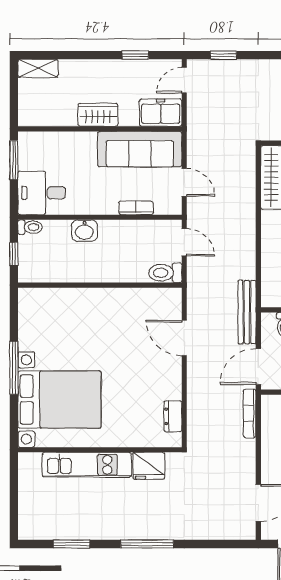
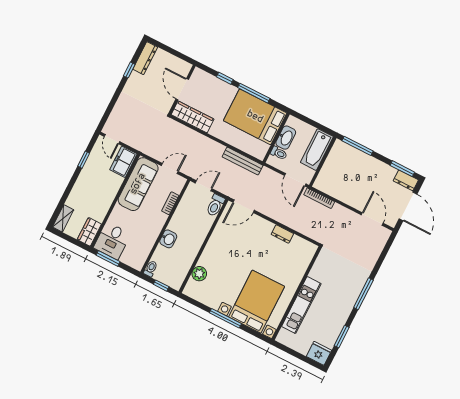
window: (224, 55) -> (109, 110), removed
wardrobe: (98, 115) -> (89, 232), moved
desk: (42, 193) -> (112, 241), moved
plant: (58, 299) -> (199, 274), added
bench: (247, 312) -> (243, 161), moved
door: (184, 338) -> (244, 206), moved
dresser: (173, 416) -> (282, 234), moved
fridge: (149, 466) -> (319, 353), moved, turned -90

